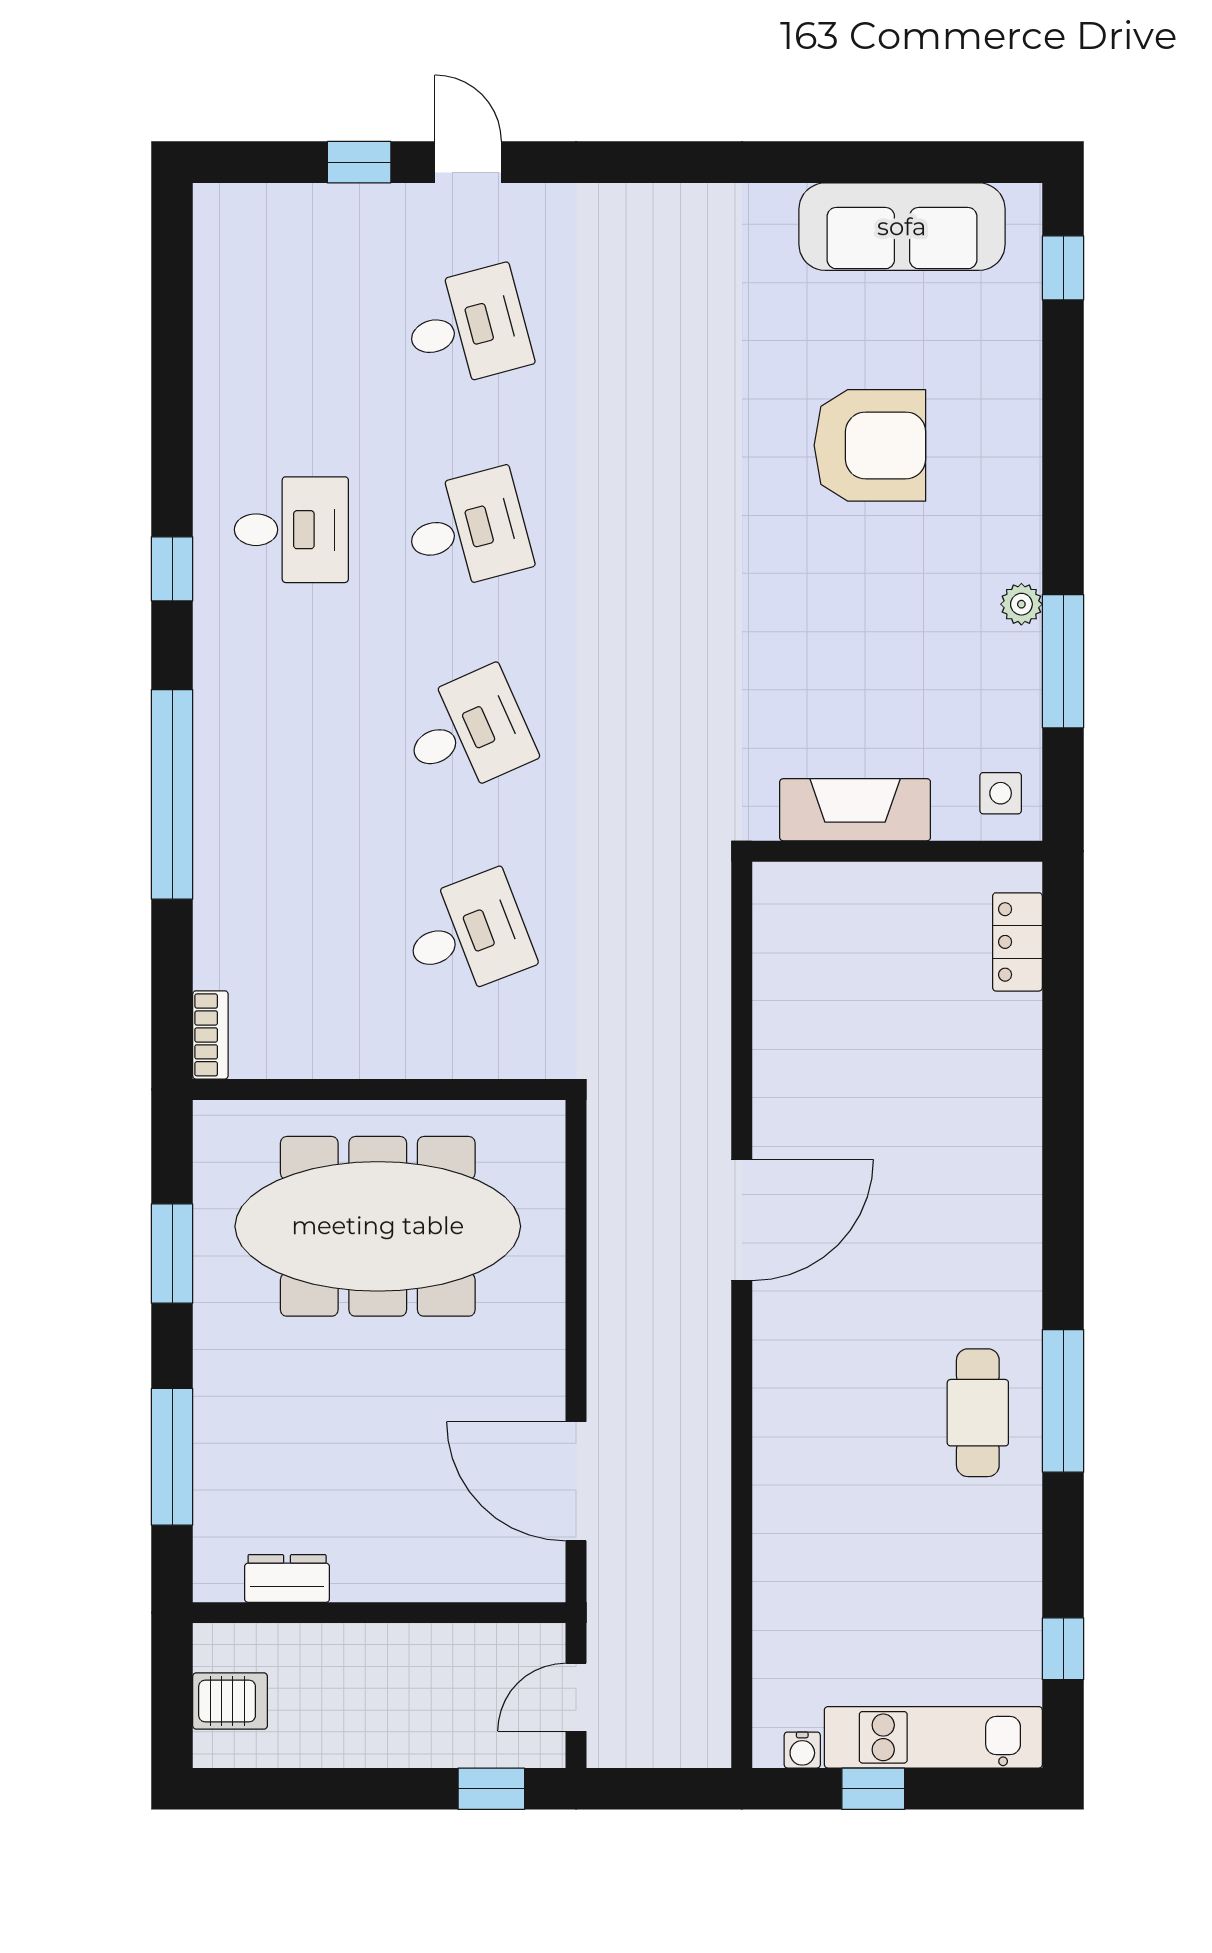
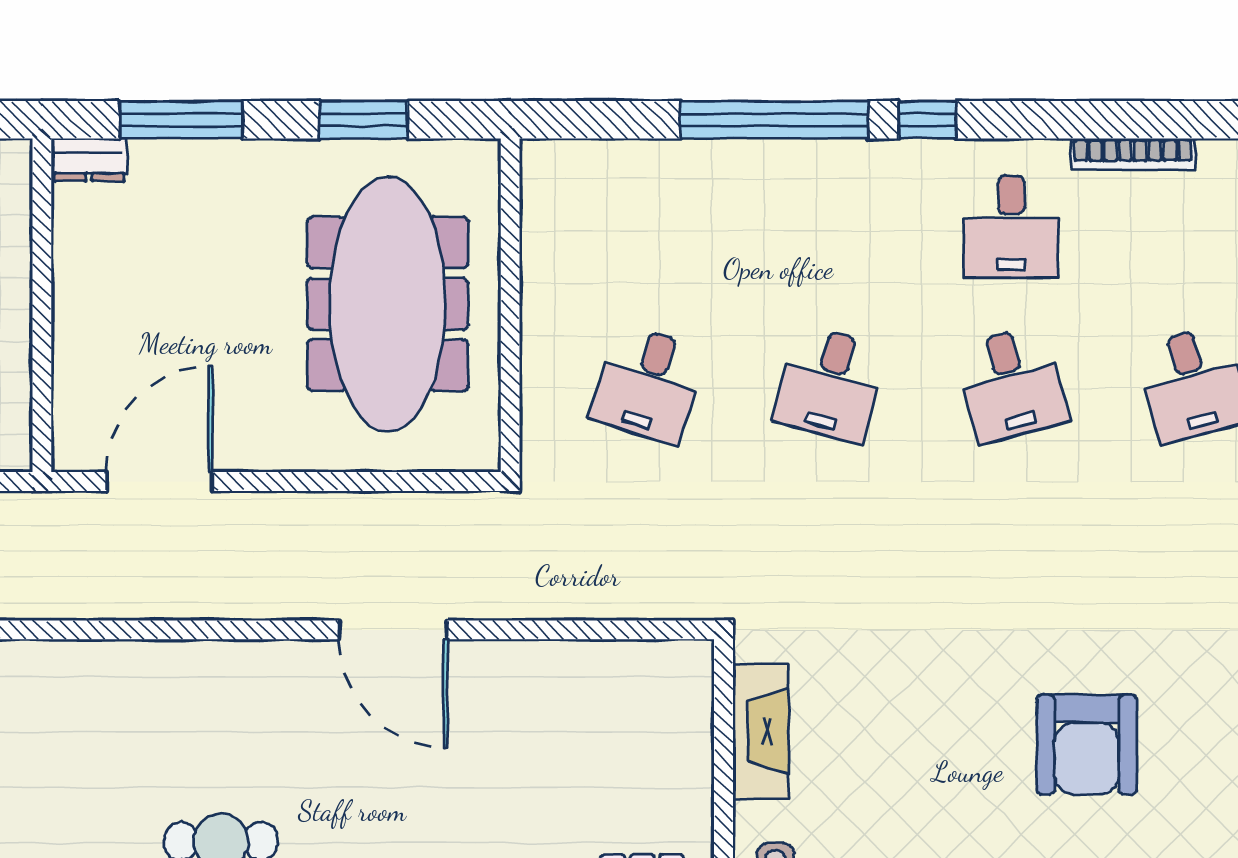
window: (172, 569) -> (927, 120), moved
desk: (467, 732) -> (830, 384), turned 39
desk: (467, 935) -> (649, 384), turned 39
bookcase: (210, 1035) -> (1133, 154), moved, width x1.56
dresser: (287, 1578) -> (89, 160), moved, turned 90

